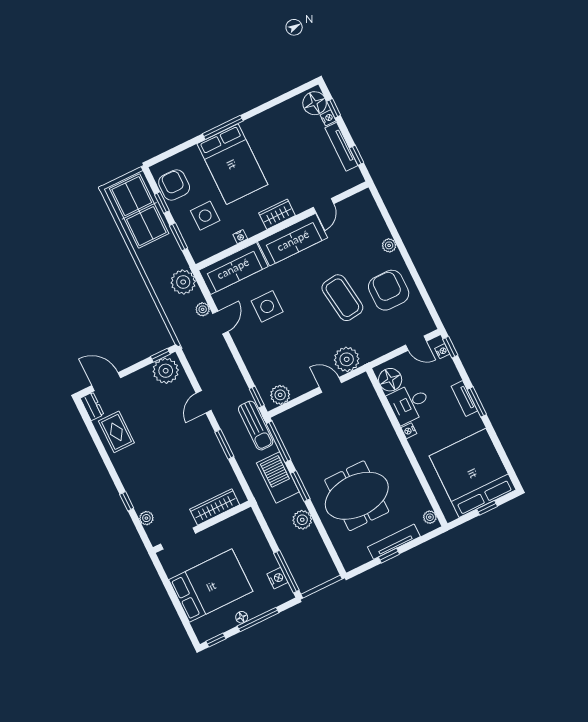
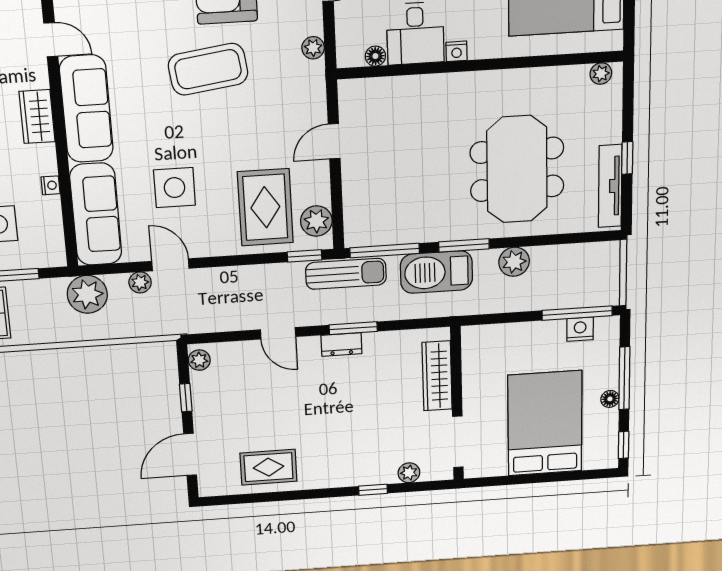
window: (160, 355) -> (186, 398), moved
plant: (347, 359) -> (313, 48), moved, width x0.53, depth x0.53
rug: (276, 362) -> (265, 207), added
plant: (166, 371) -> (199, 360), width x0.53, depth x0.53
floor lamp: (390, 380) -> (375, 56), width x0.53, depth x0.53
dresser: (92, 406) -> (341, 344), moved, turned 180
tv unit: (394, 542) -> (610, 186), moved

